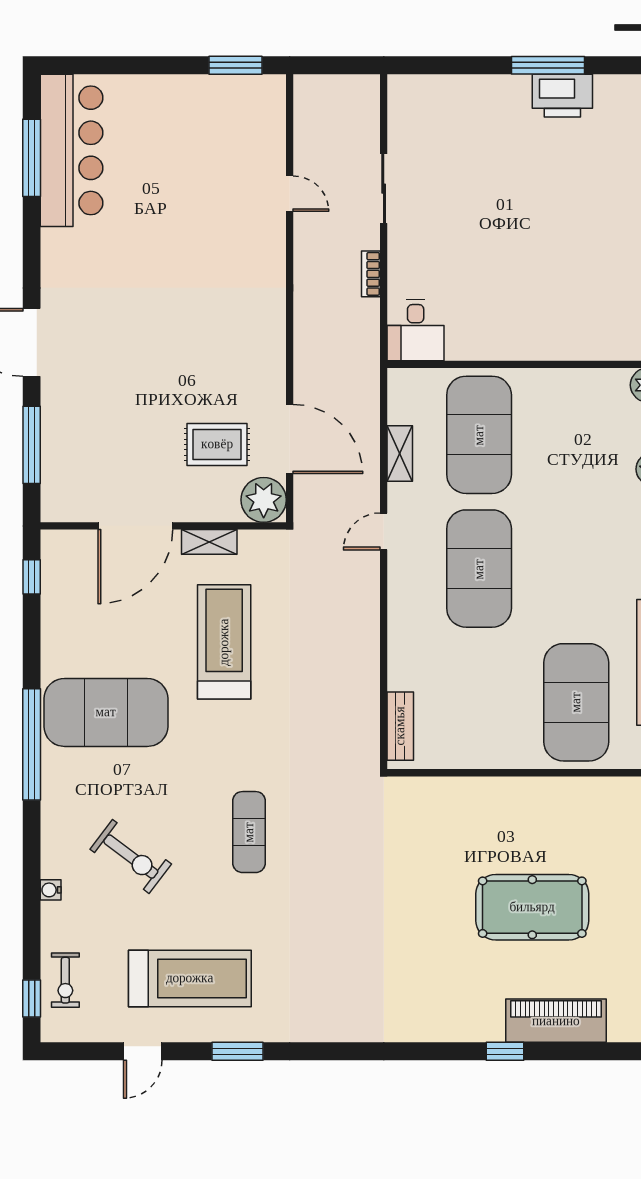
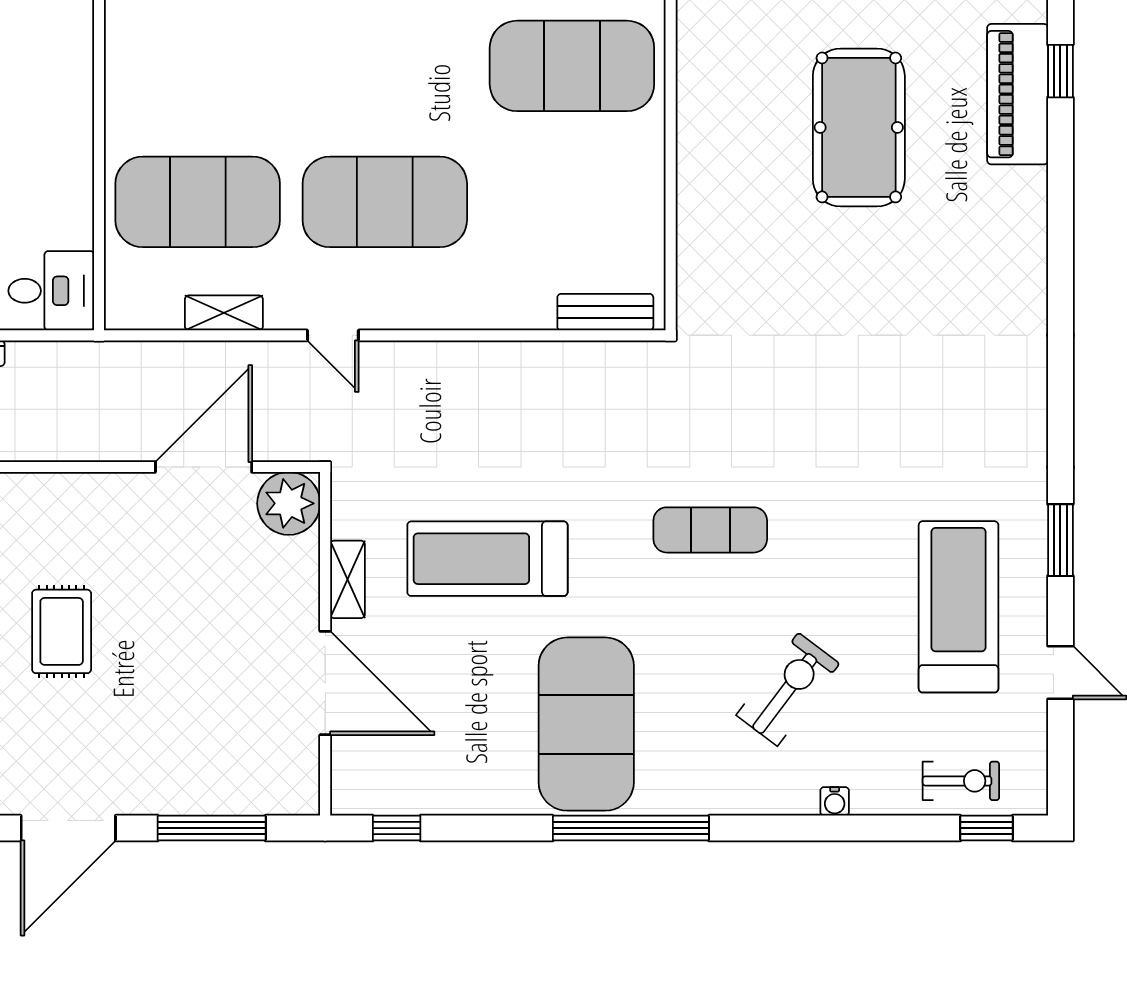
rug: (217, 444) -> (62, 631), moved
exercise mat: (249, 832) -> (710, 530), moved
window: (505, 1051) -> (1060, 71), moved

